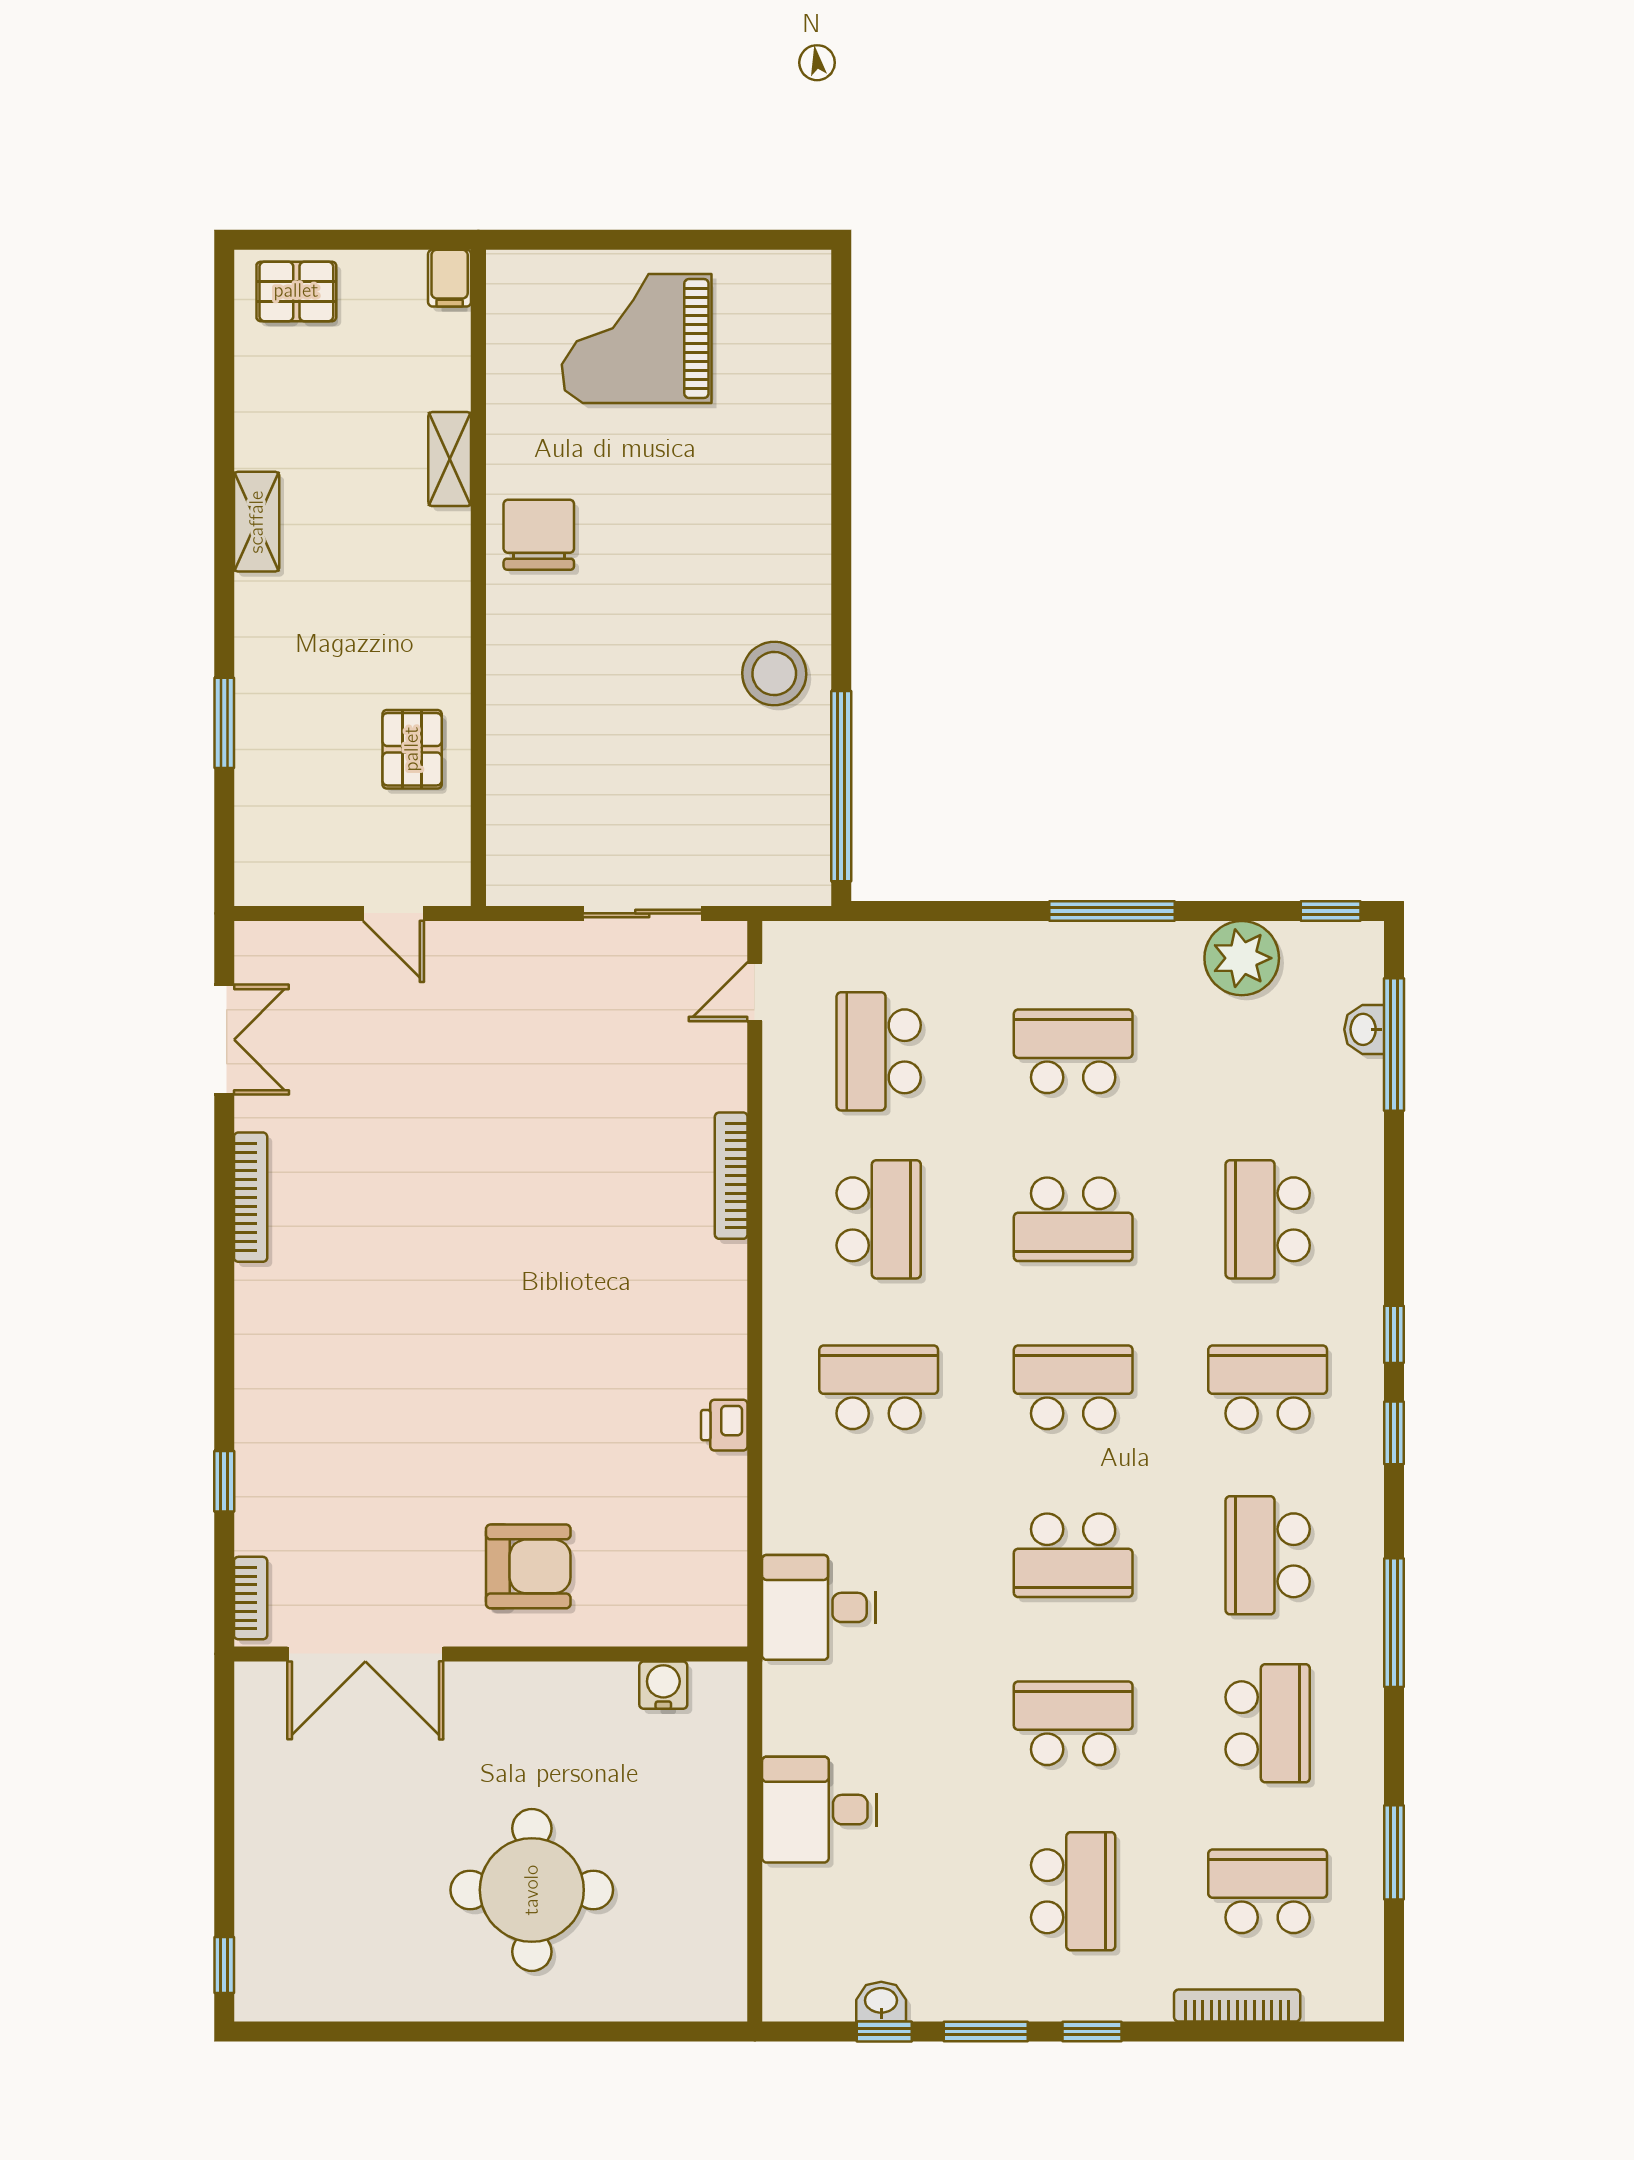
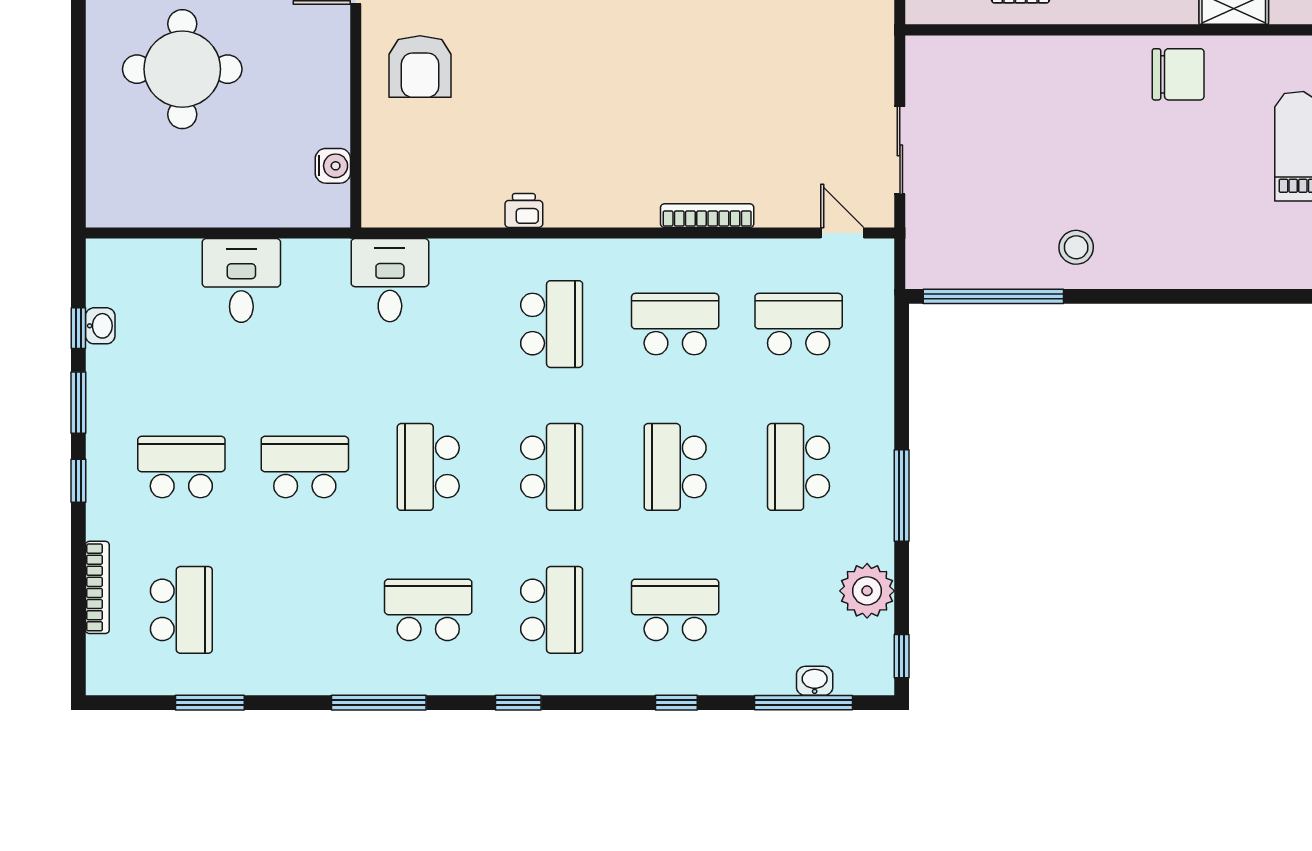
stool: (774, 674) -> (1076, 247), width x0.73, depth x0.73
school desk: (1073, 1051) -> (799, 467), turned 180
school desk: (879, 1219) -> (675, 324), turned 180
window: (1394, 1334) -> (676, 703), moved
school desk: (1073, 1723) -> (305, 467), turned -90
school desk: (1268, 1723) -> (305, 610), removed
school desk: (1073, 1891) -> (181, 467), turned 180

